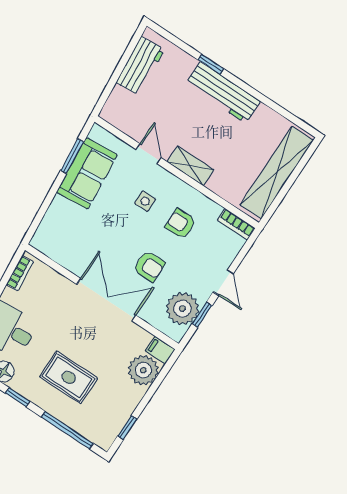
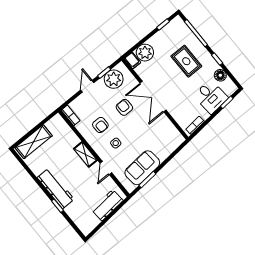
workbench: (140, 66) -> (107, 205), moved
shelving: (277, 173) -> (34, 142), width x0.68

